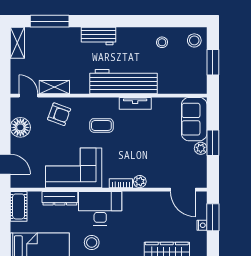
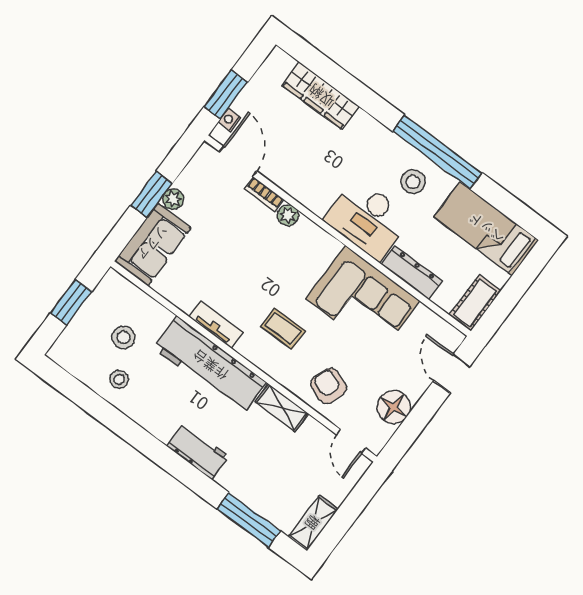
stool: (194, 40) -> (123, 337), moved
shelving: (54, 87) -> (282, 408), moved
bookcase: (121, 183) -> (264, 194), moved
nightstand: (202, 225) -> (229, 120), moved

